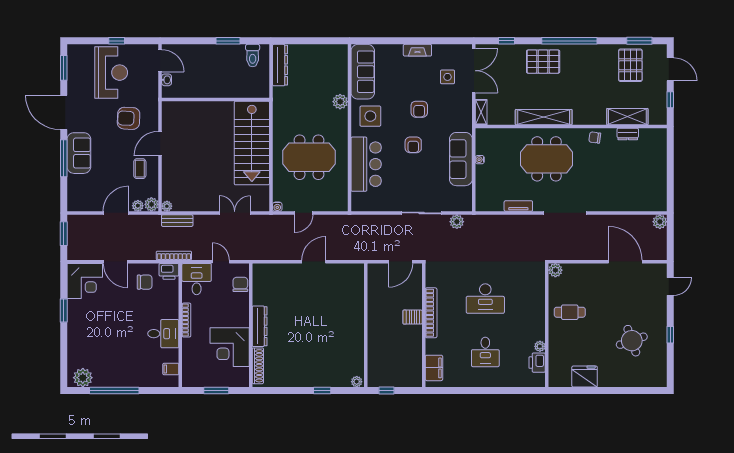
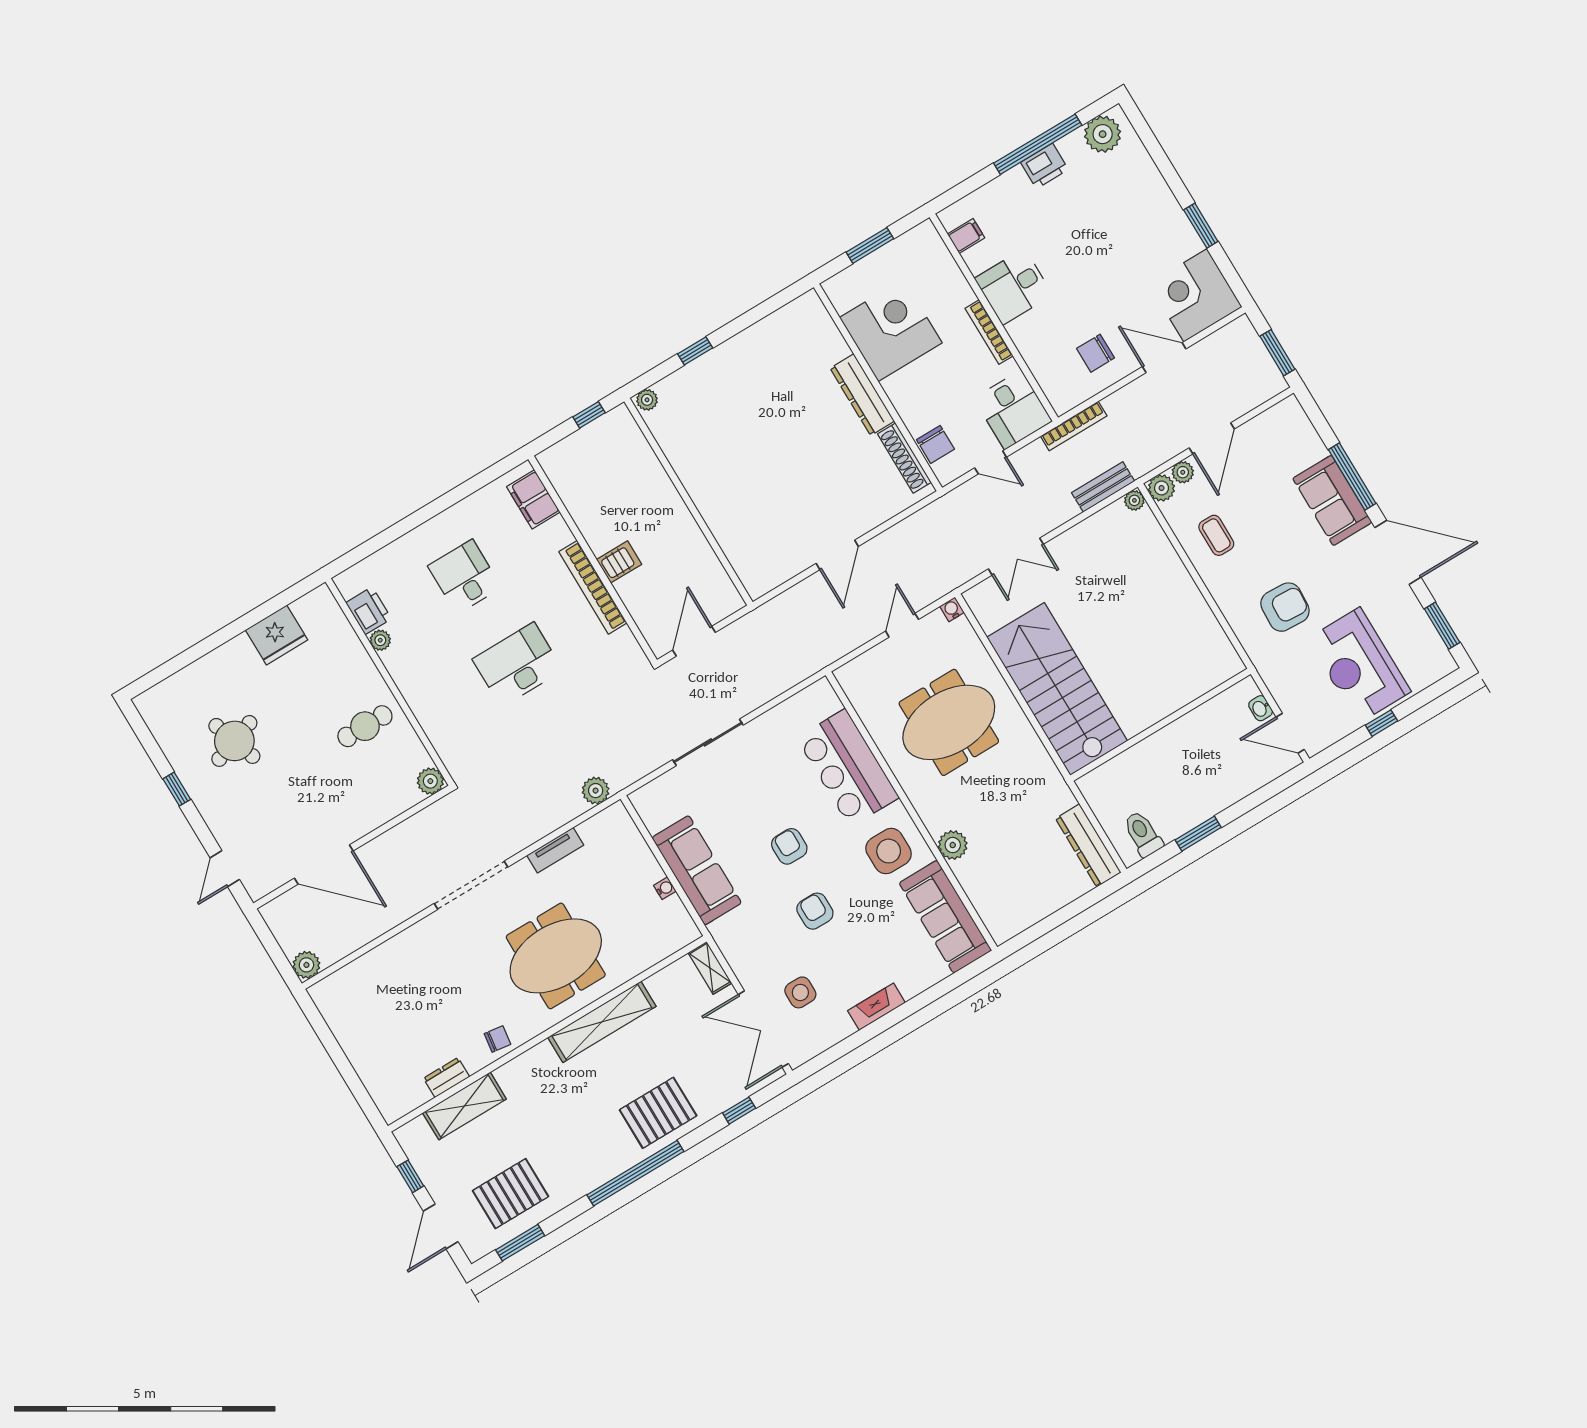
pallet: (630, 65) -> (511, 1194), turned 90
door: (670, 69) -> (441, 1226), hinge flipped
door: (160, 144) -> (1208, 597), removed
plant: (457, 222) -> (596, 791), moved
printer: (169, 271) -> (1044, 166), moved, turned 180
shoe rack: (258, 366) -> (904, 458), moved

